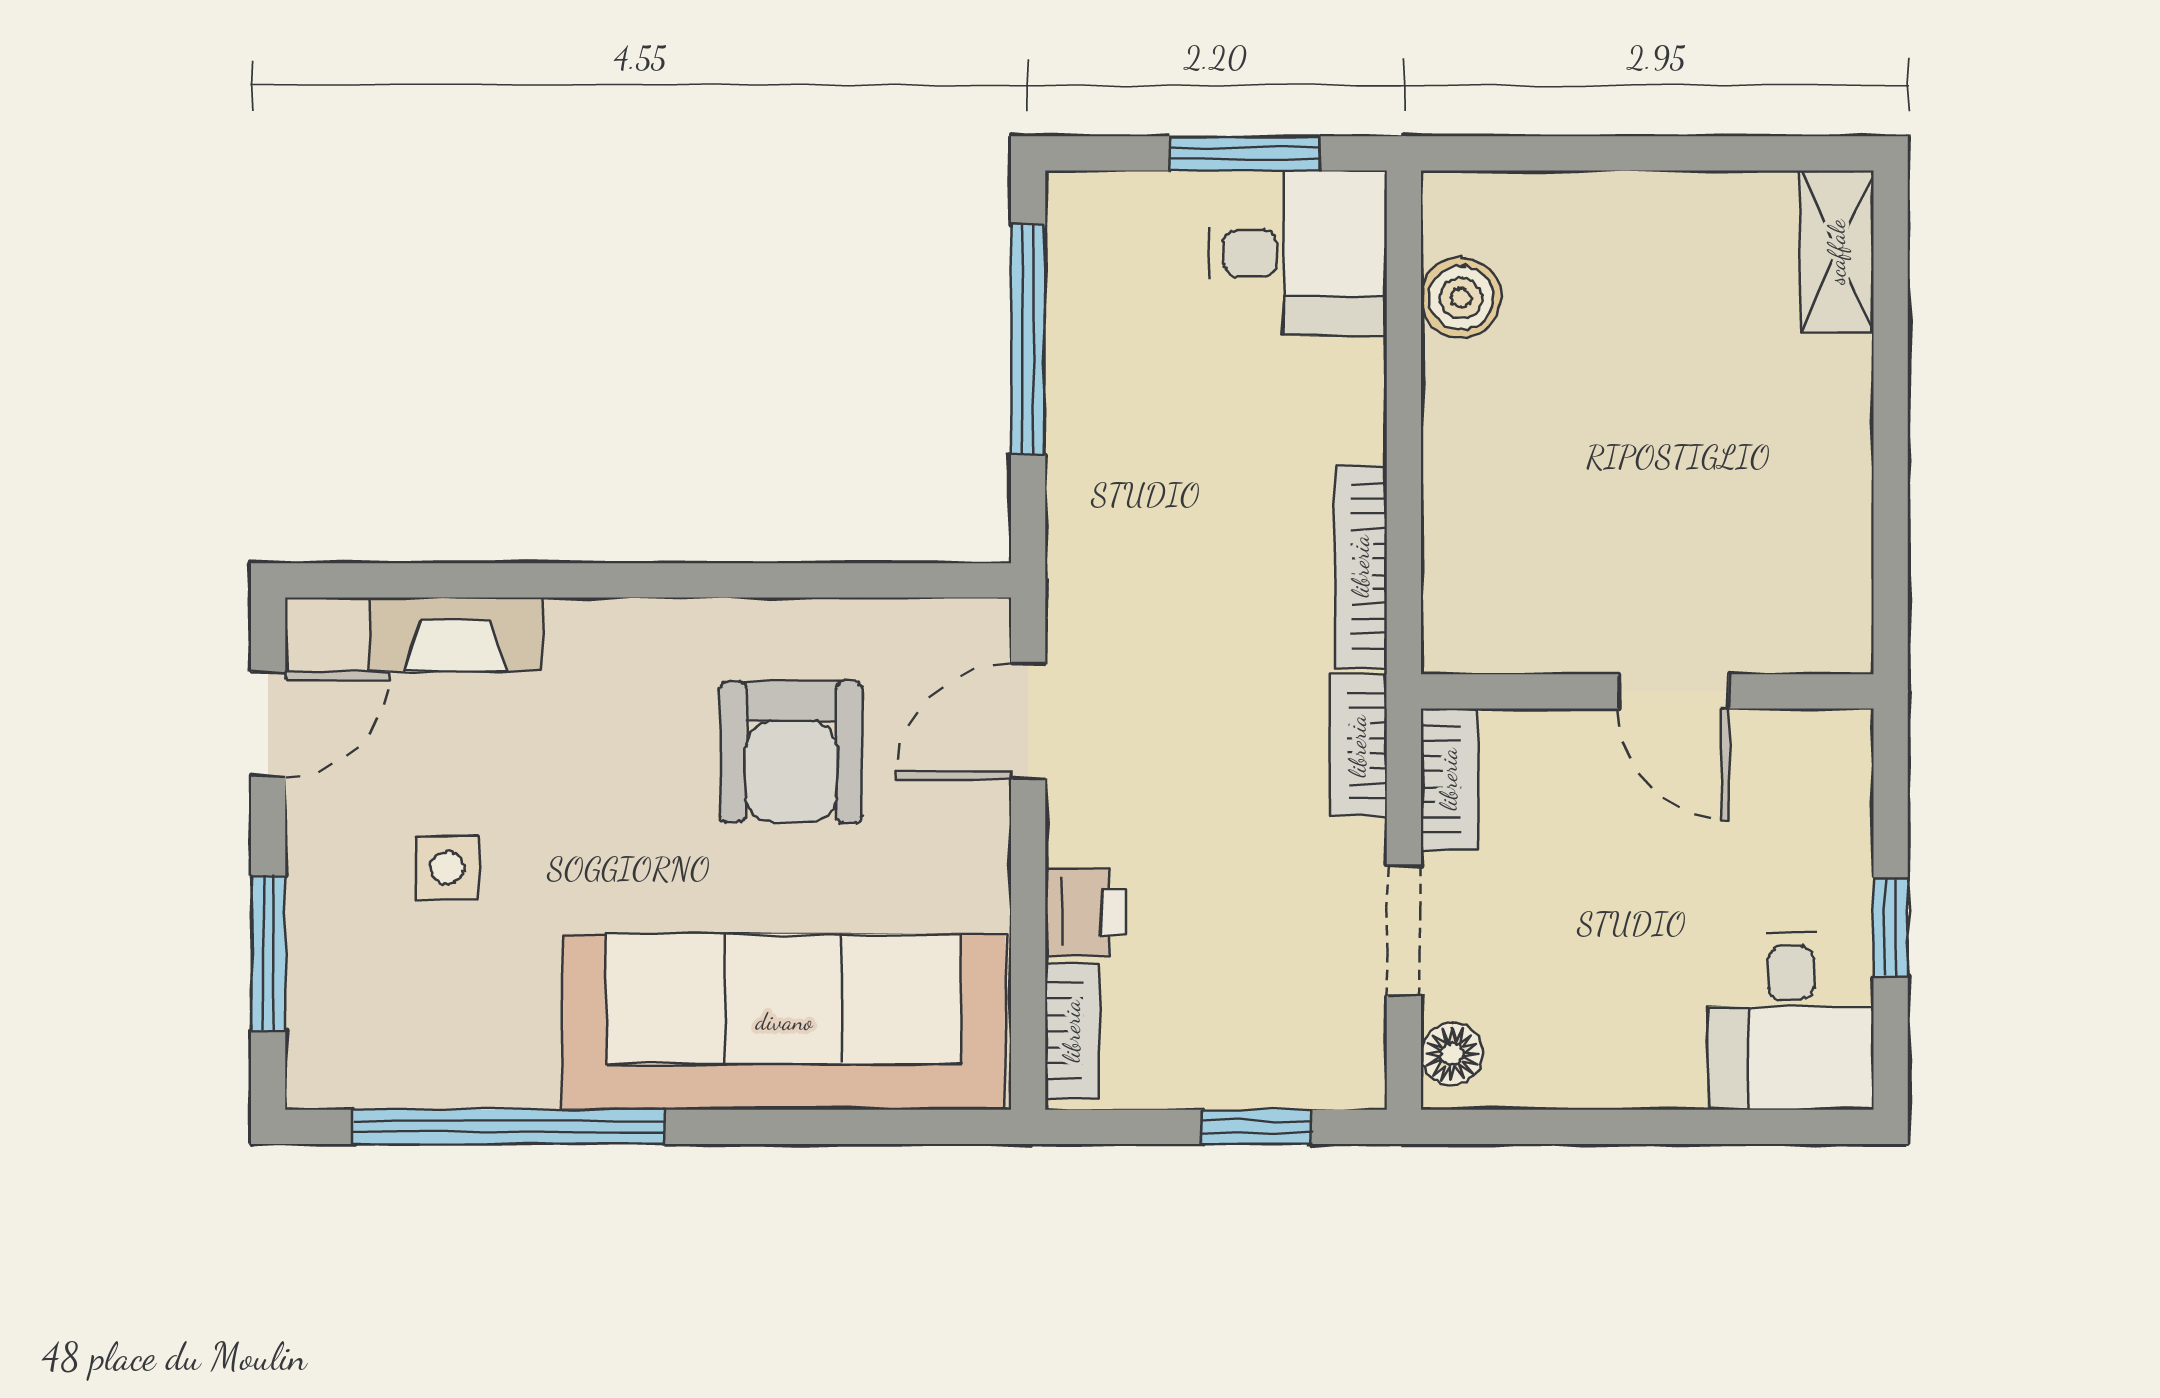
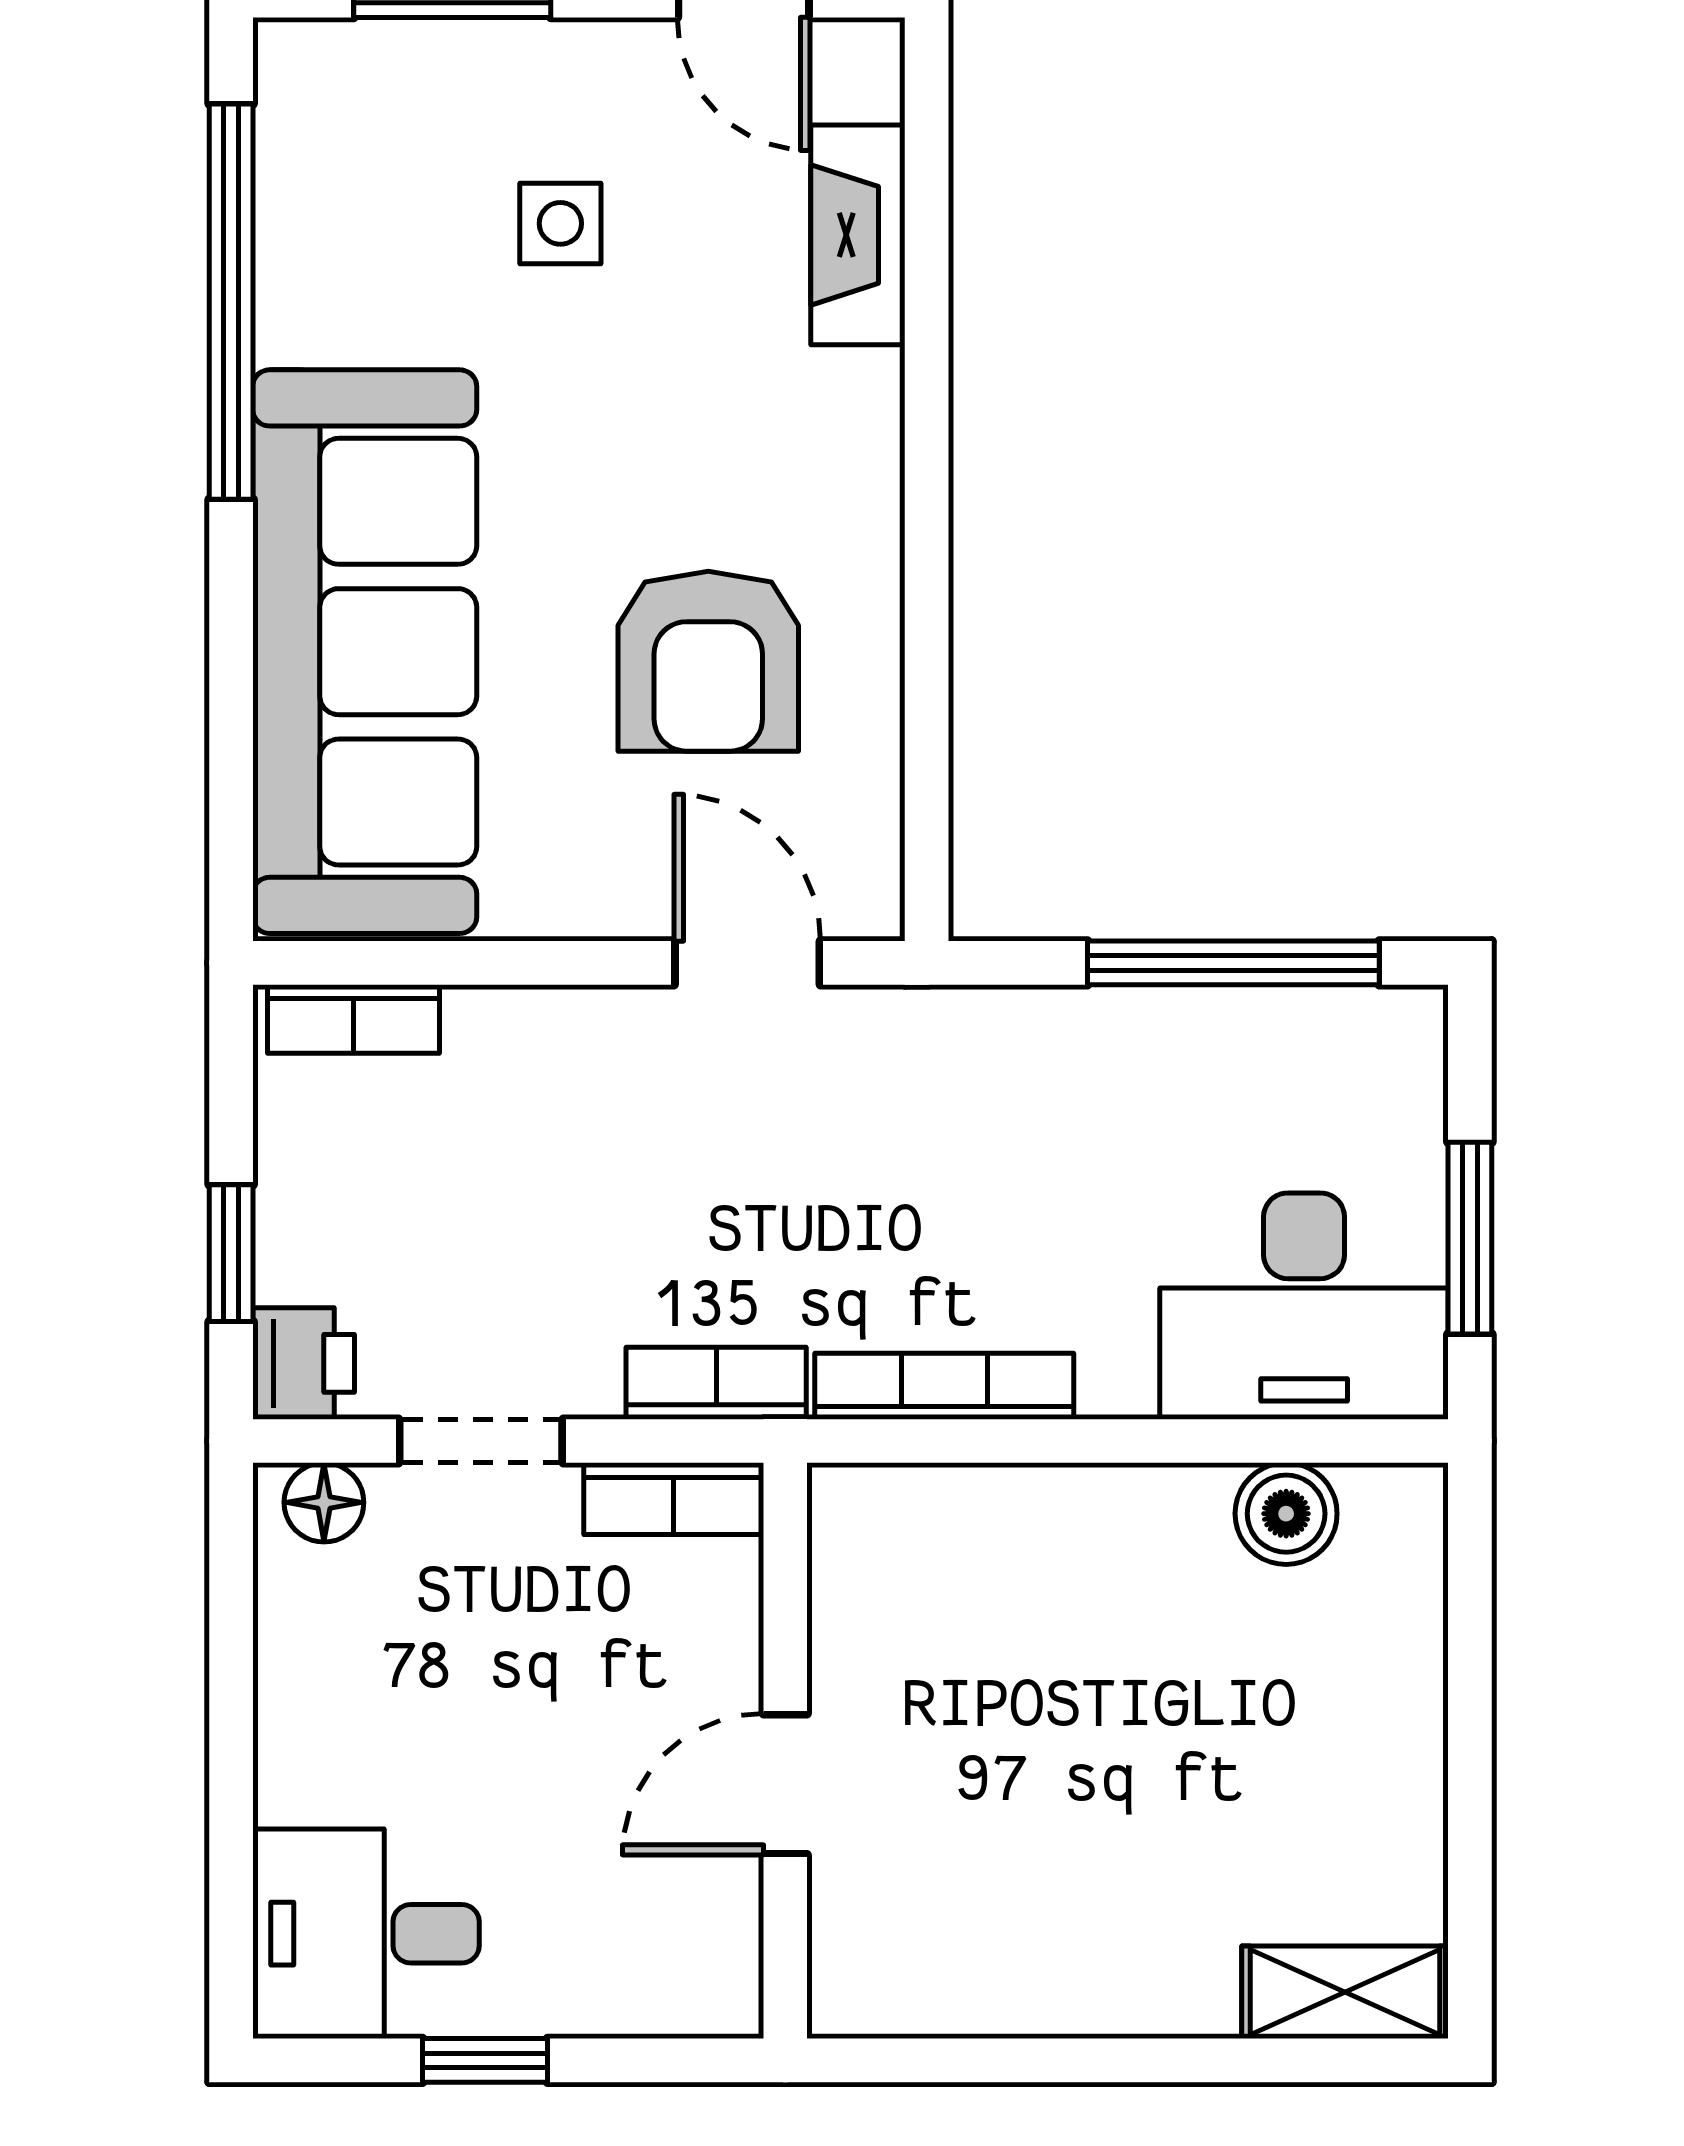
desk: (1298, 253) -> (1304, 1306), width x1.37
armchair: (791, 752) -> (708, 661), turned -90
printer: (1085, 912) -> (304, 1363), moved, turned -90

